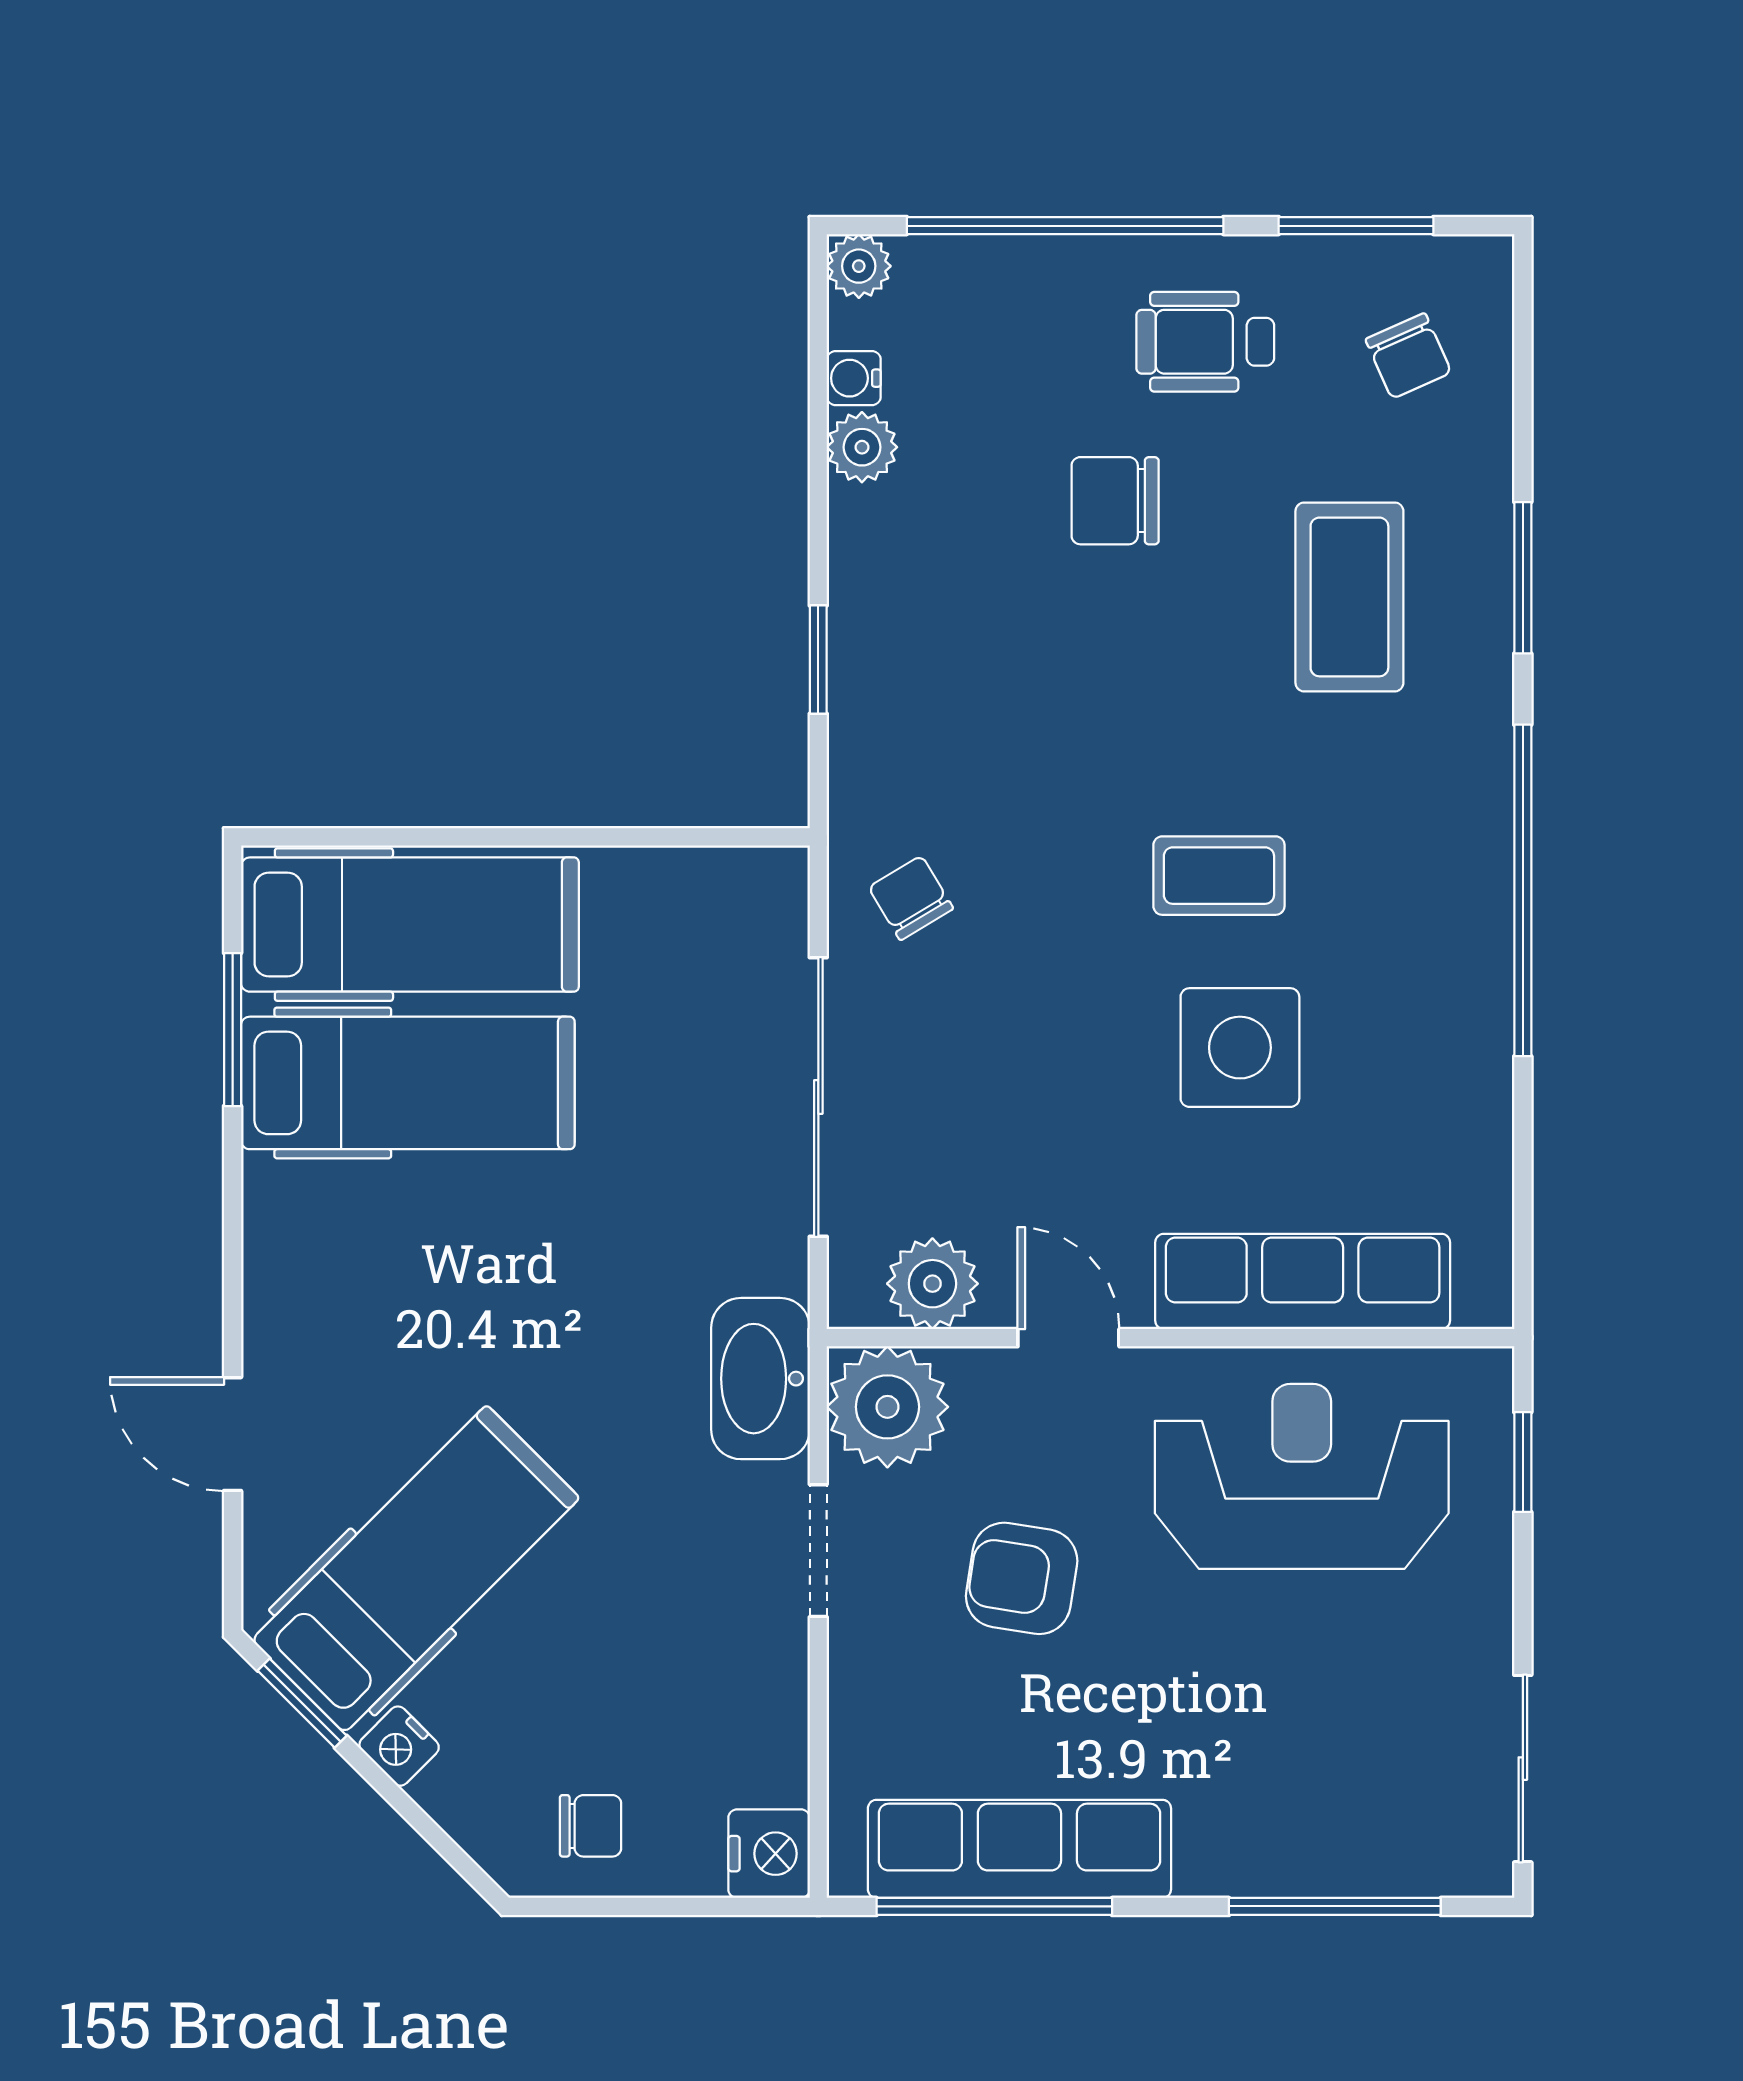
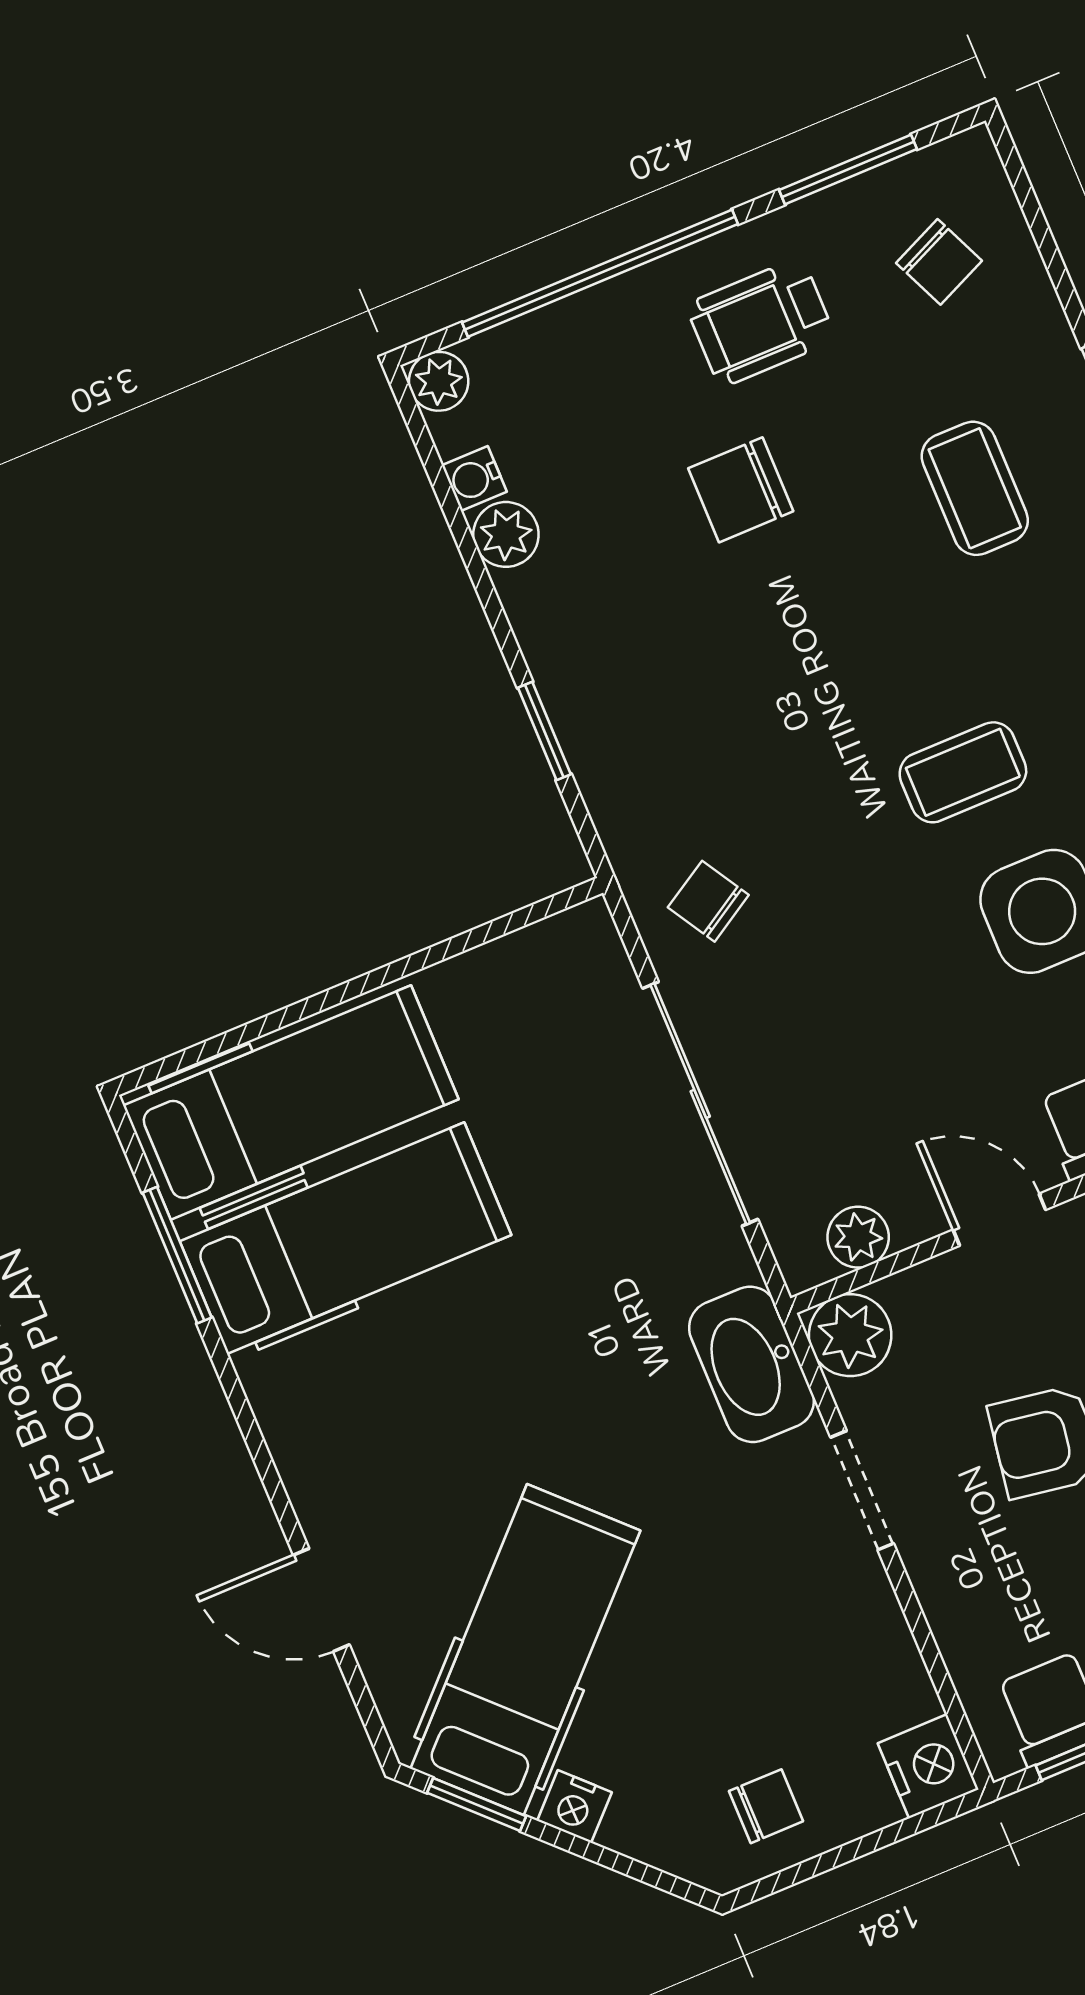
coffee table: (1349, 597) -> (975, 488), width x0.73, depth x0.77
plant: (932, 1284) -> (858, 1237), width x0.73, depth x0.73
plant: (887, 1407) -> (850, 1335), width x0.73, depth x0.73

